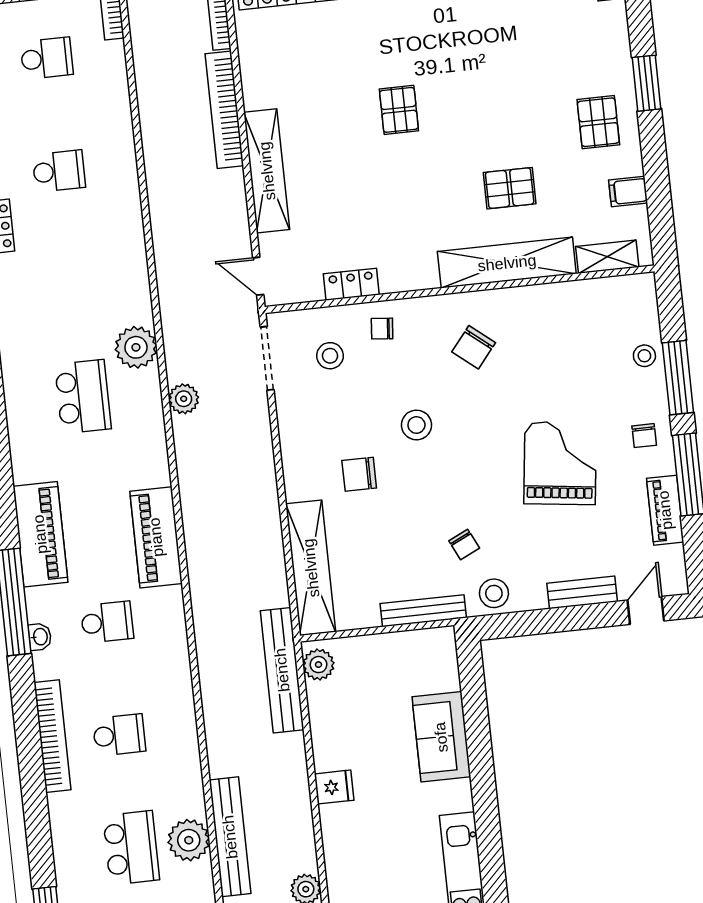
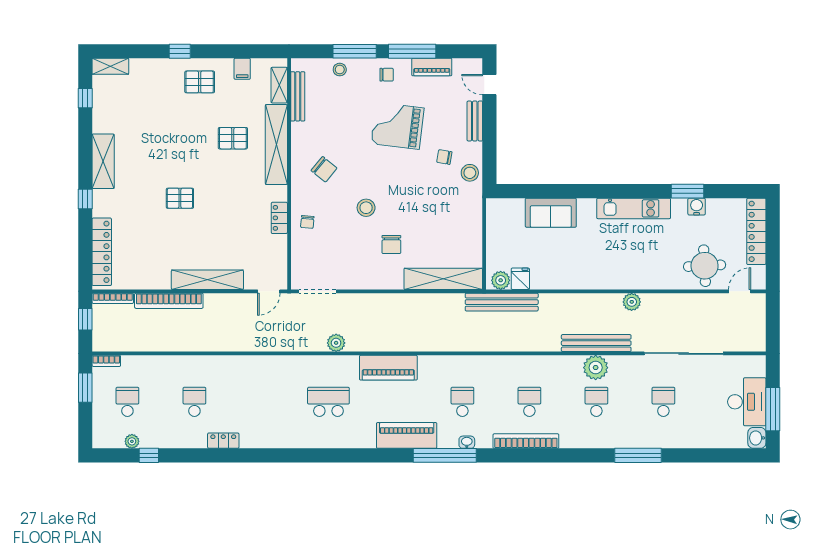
window: (647, 83) -> (180, 51), width x0.67
pallet: (510, 188) -> (233, 138), turned 90
locker: (351, 284) -> (279, 218), moved
plant: (136, 347) -> (303, 368), removed
stool: (330, 356) -> (320, 254), removed
piano: (156, 537) -> (388, 368), moved
chair: (464, 544) -> (444, 157), moved, turned -144
bench: (423, 611) -> (298, 96), moved
fridge: (334, 787) -> (520, 279), moved
school desk: (131, 848) -> (596, 402), width x0.54

